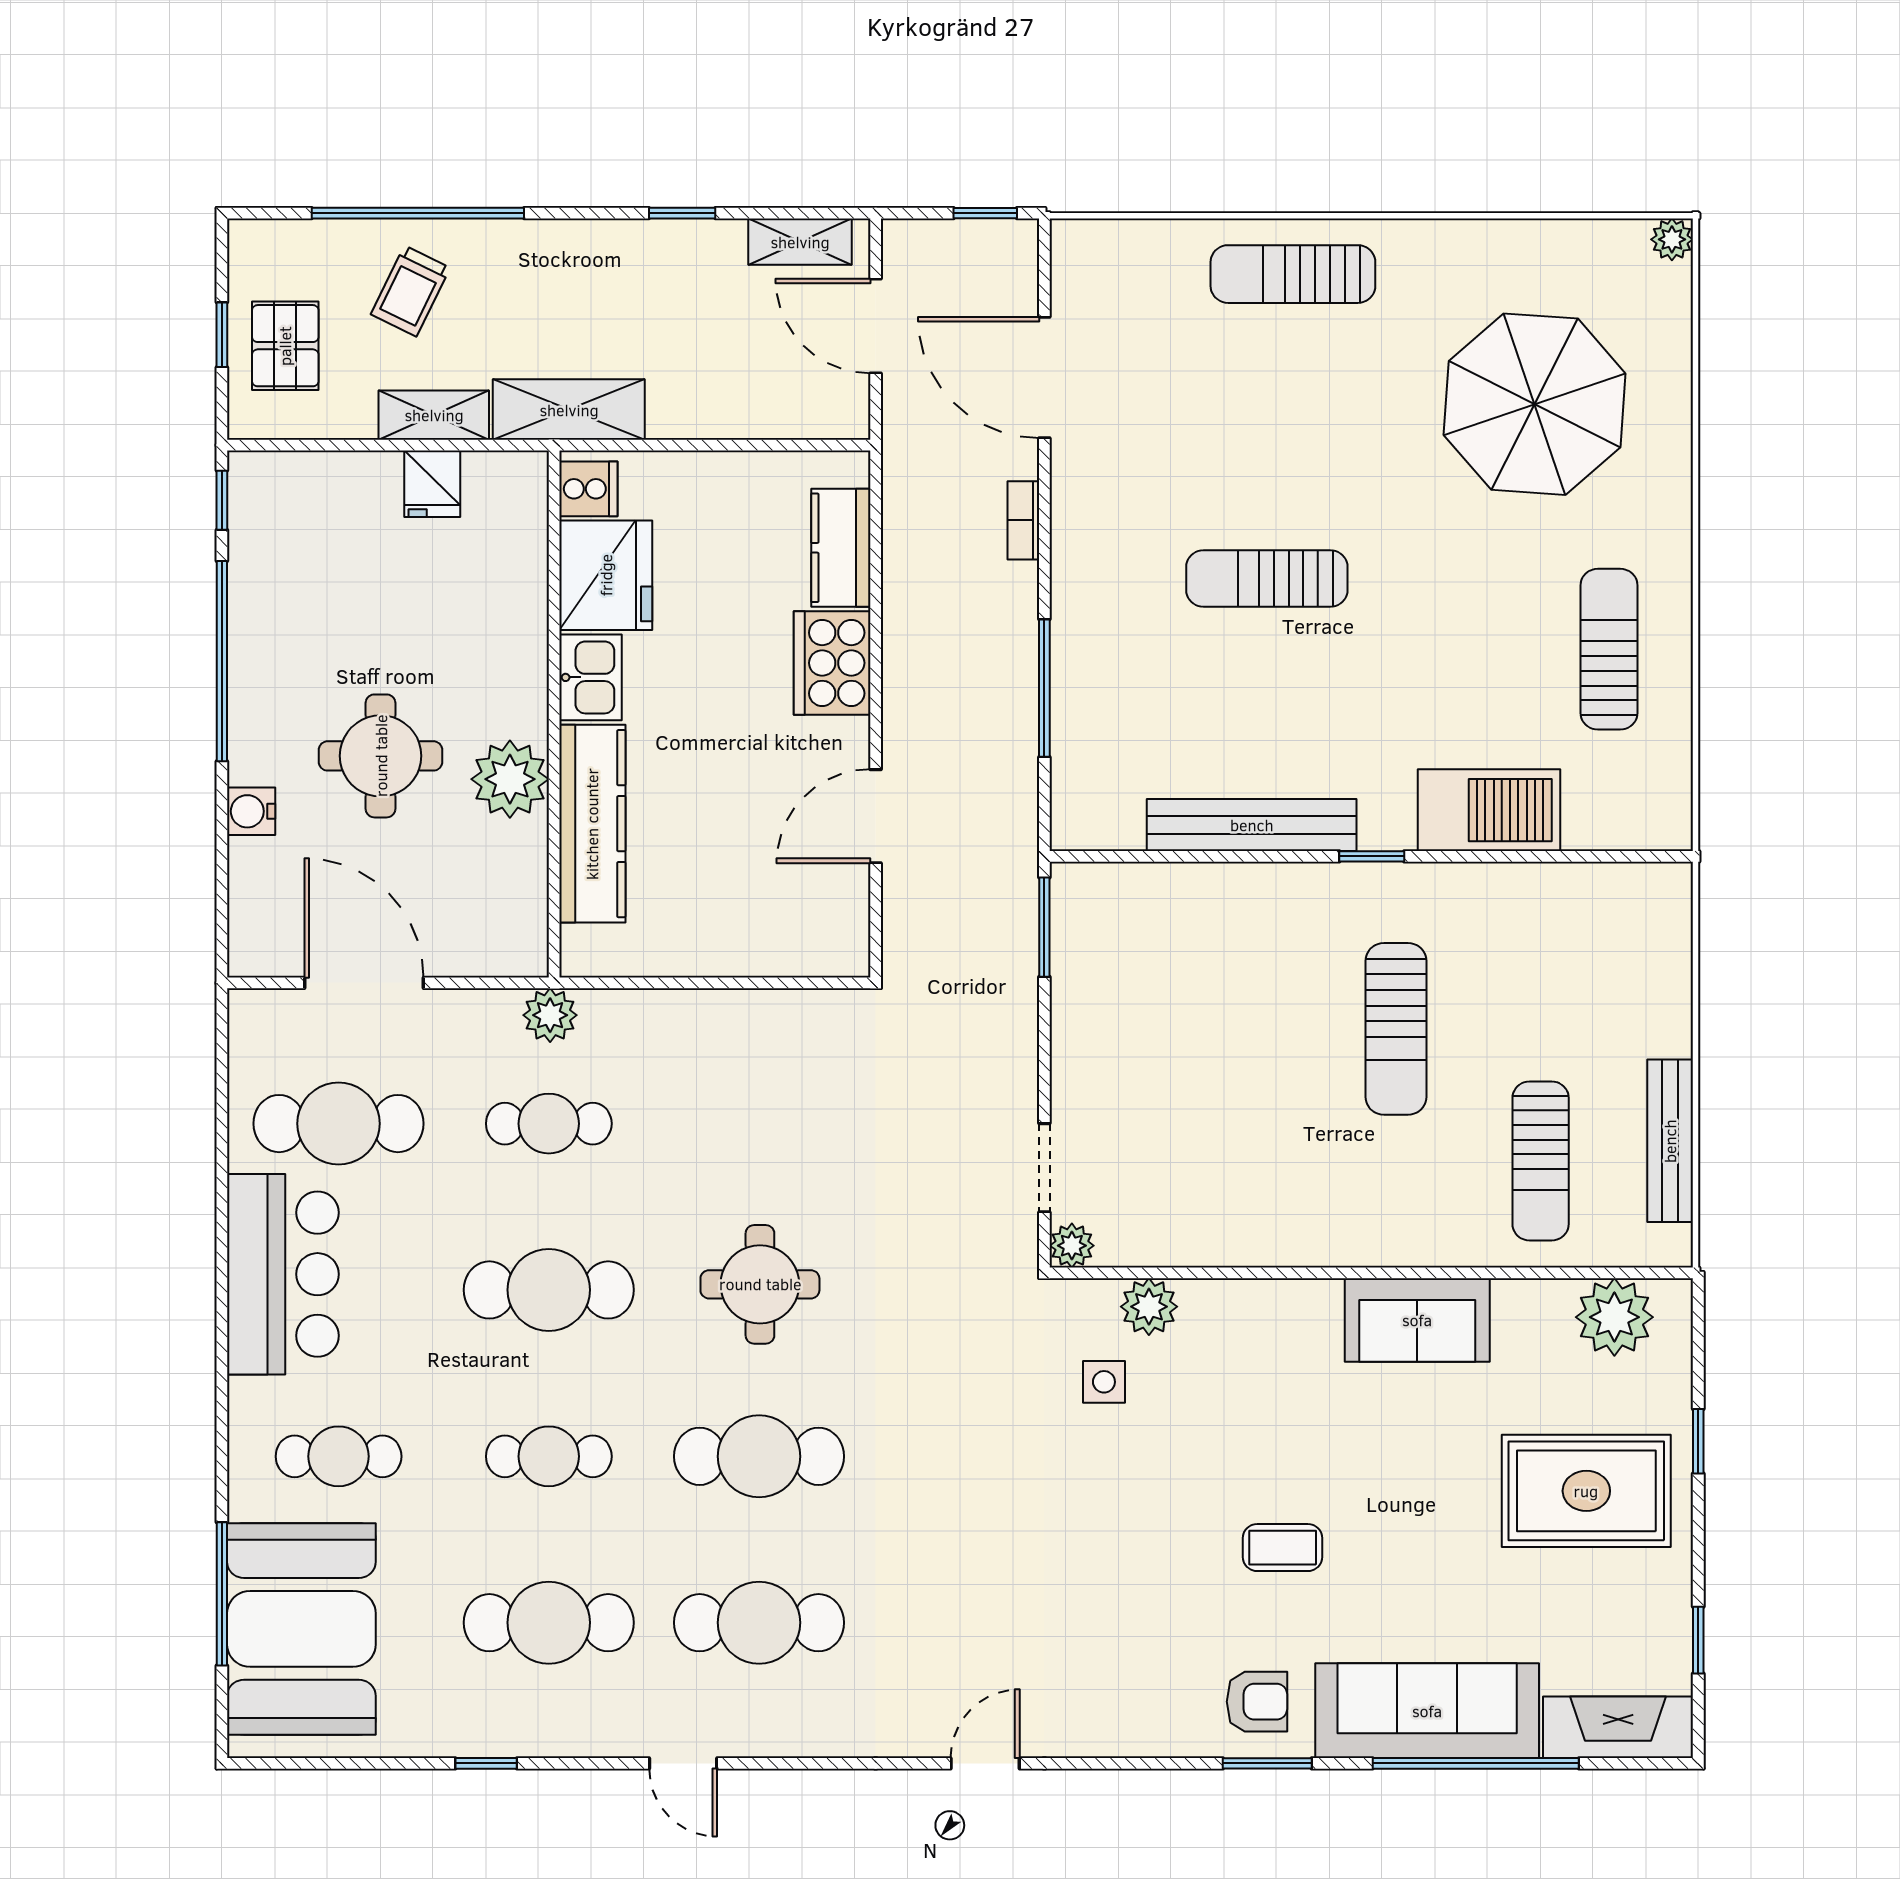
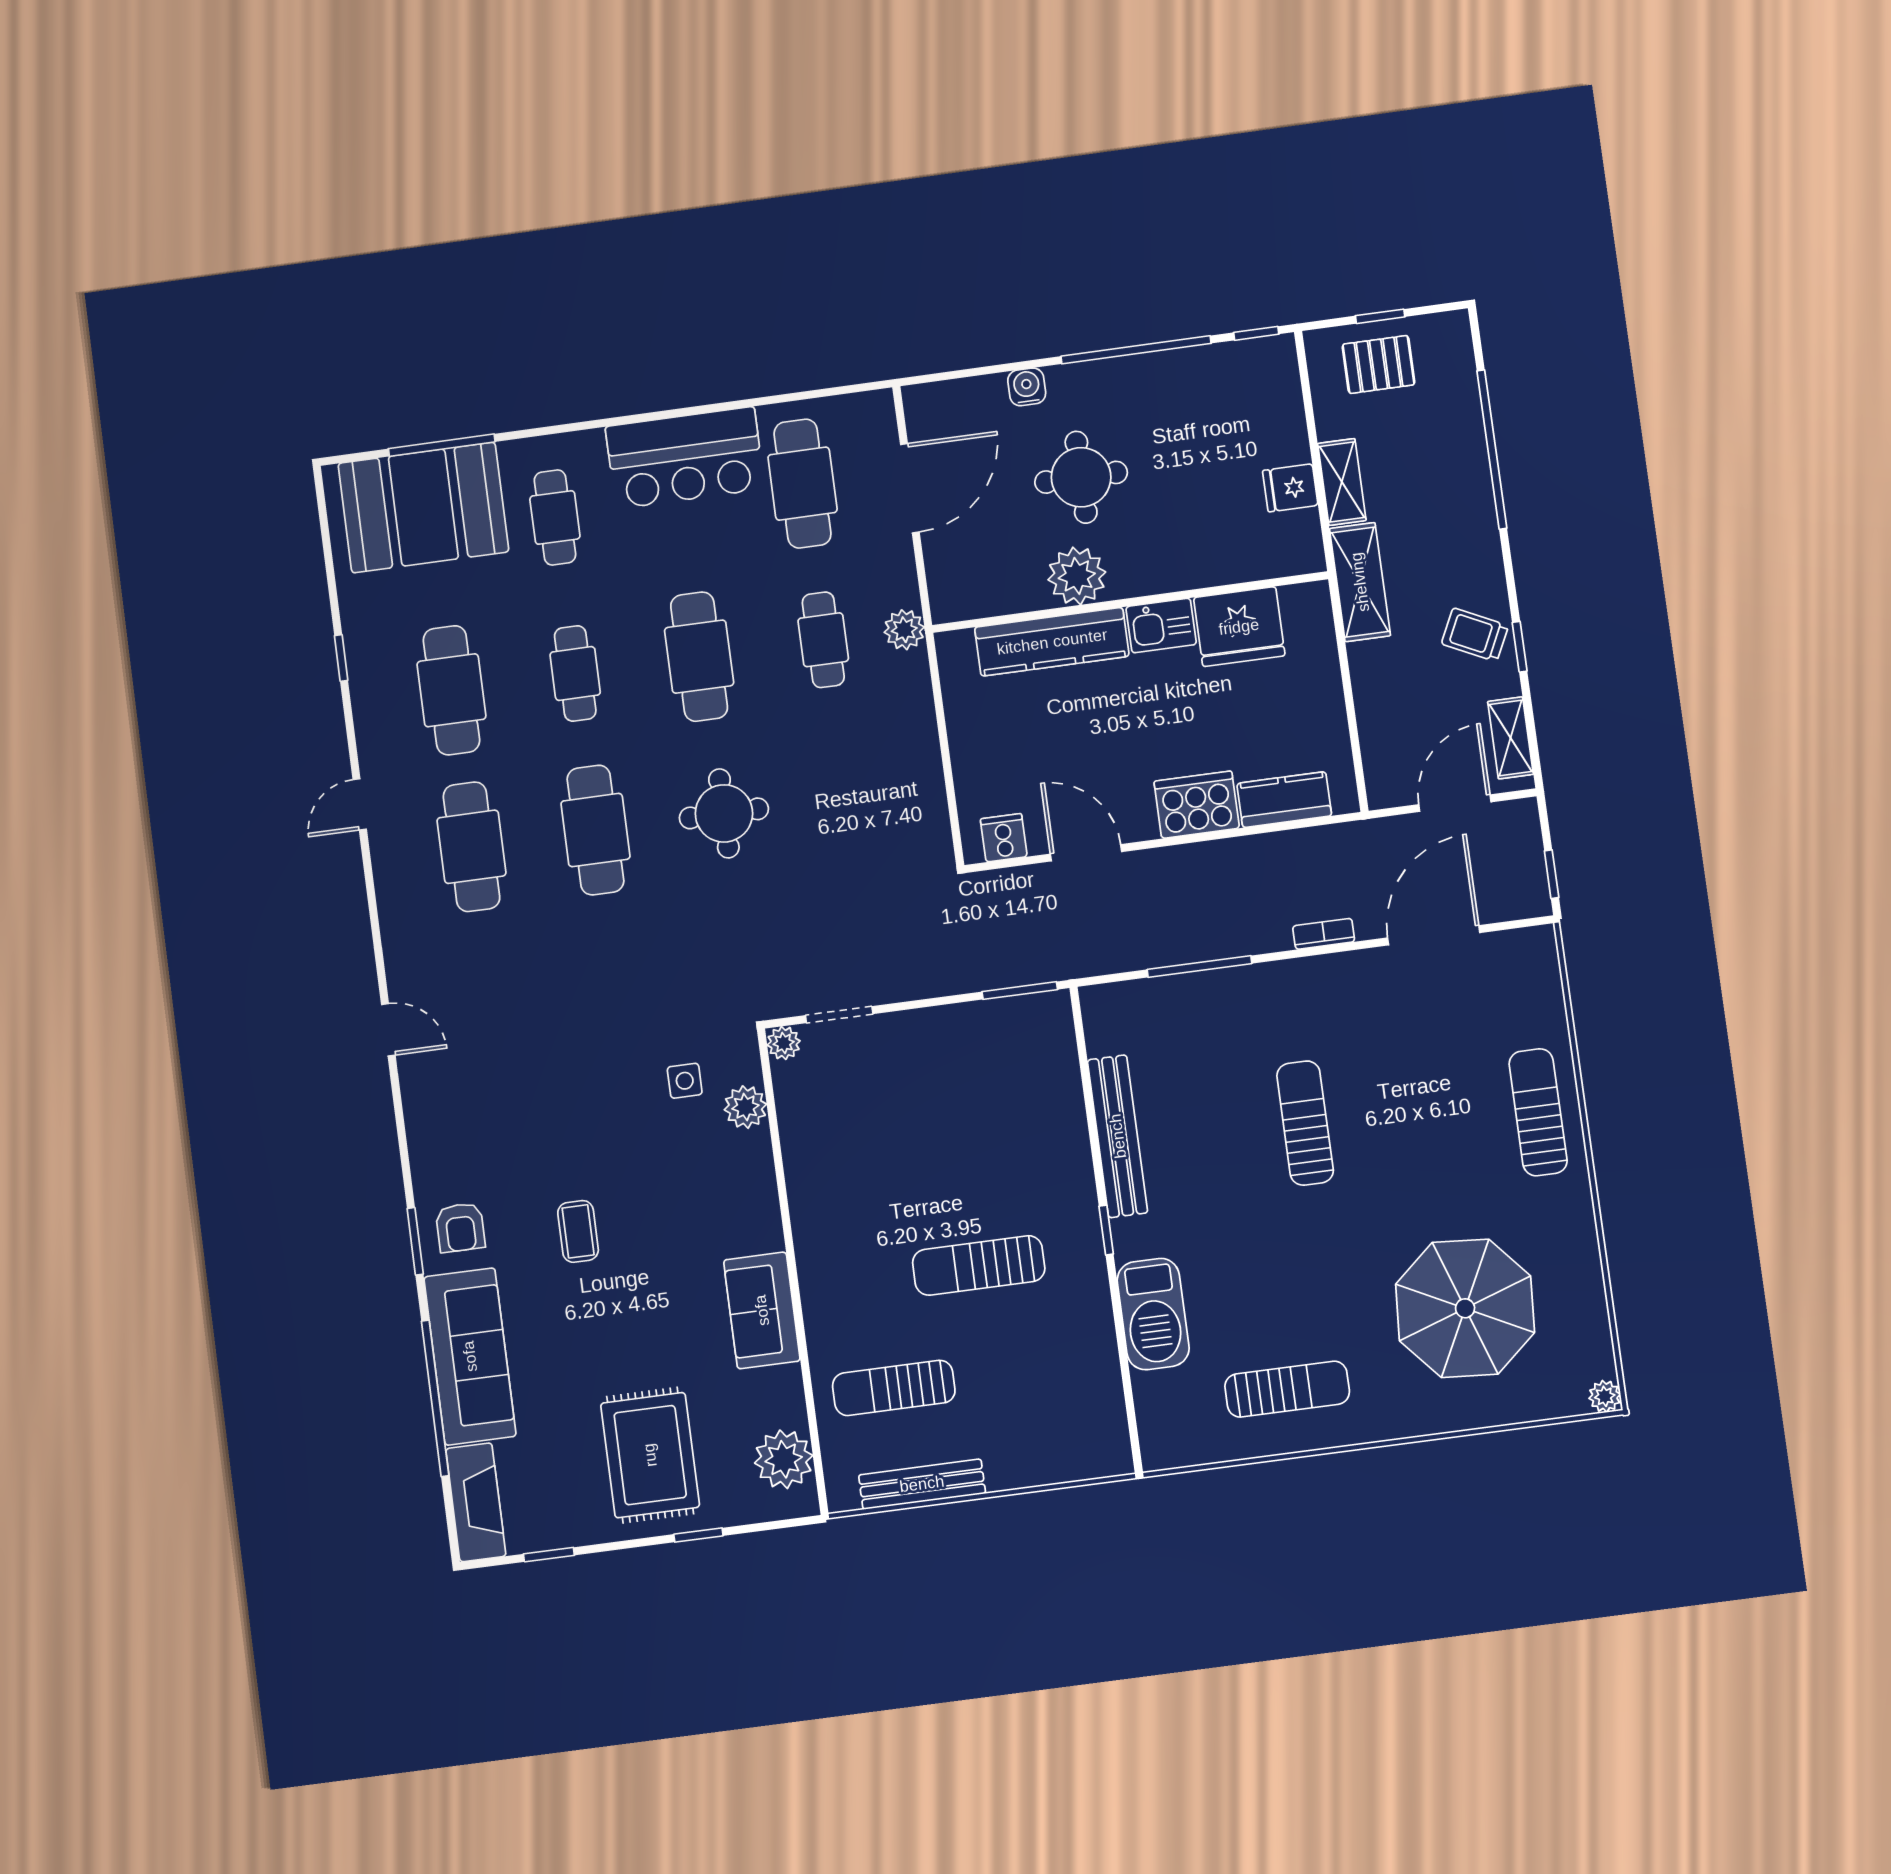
trolley: (410, 291) -> (1475, 635), moved
cooker: (588, 489) -> (1004, 838), moved, turned 180

